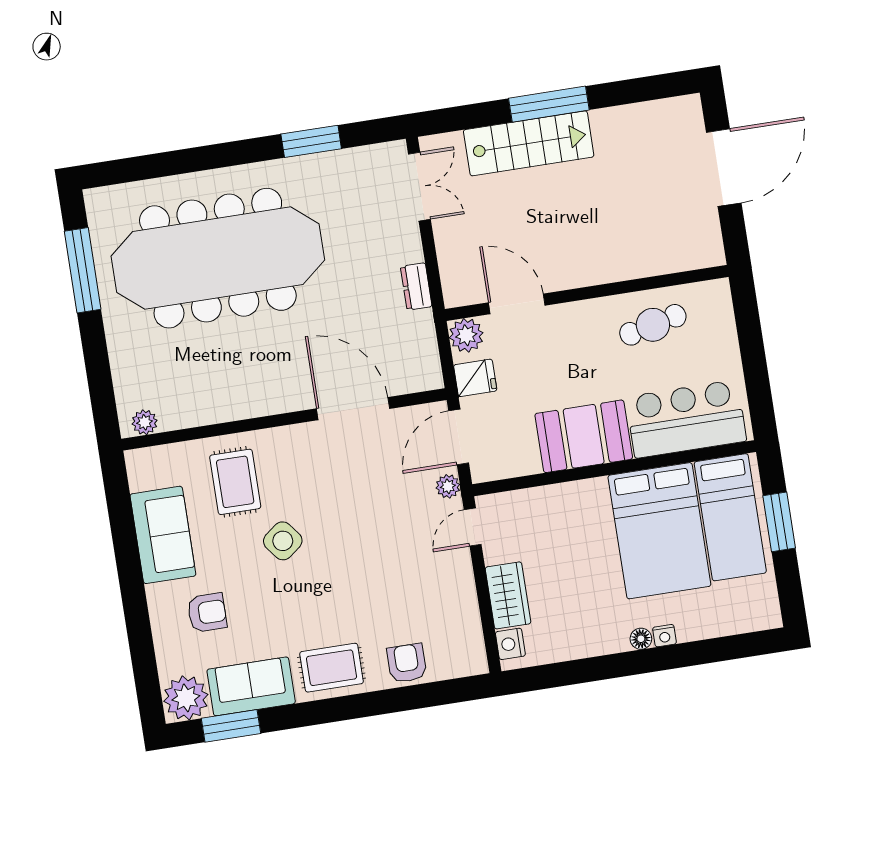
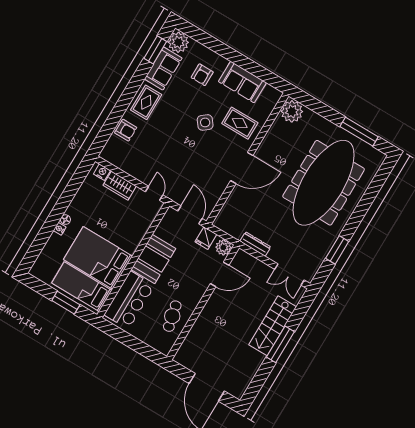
dresser: (416, 286) -> (255, 244), width x1.44
door: (353, 409) -> (242, 168), moved
plant: (145, 422) -> (292, 111), width x1.87, depth x1.87
plant: (448, 486) -> (176, 197), removed

